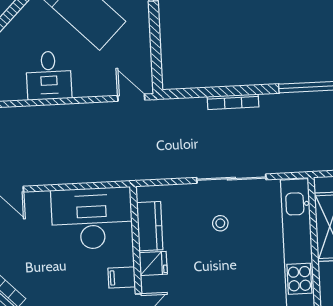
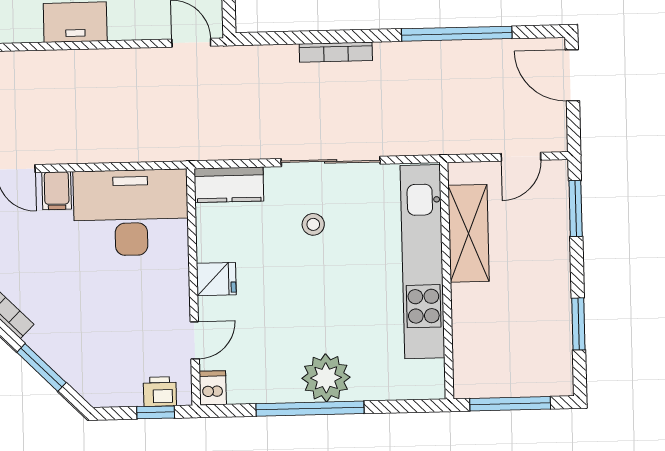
kitchen counter: (150, 226) -> (229, 185), moved, turned 90
filing cabinet: (122, 277) -> (57, 191), moved, turned -90

